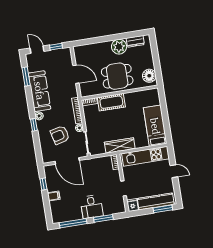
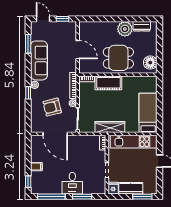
window: (43, 184) -> (28, 182), moved
kitchen counter: (156, 201) -> (131, 188), width x0.67

